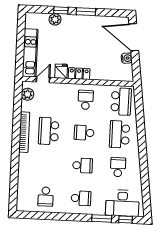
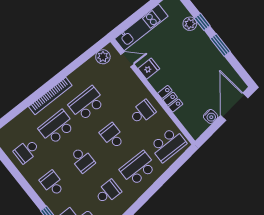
locker: (79, 74) -> (170, 99), moved
bookcase: (24, 132) -> (50, 96), moved
school desk: (47, 164) -> (57, 127), added
school desk: (81, 198) -> (52, 183), turned 180

